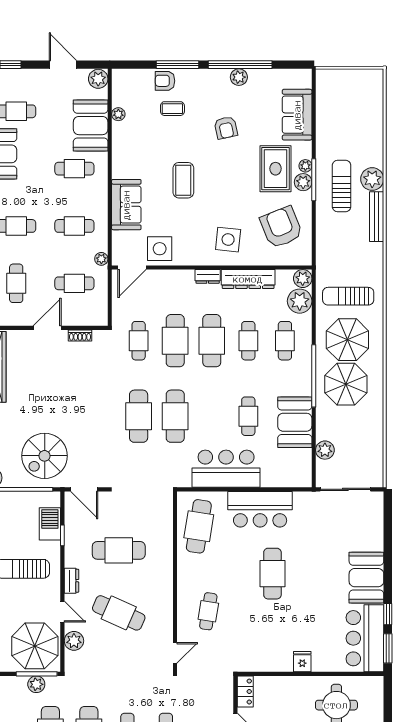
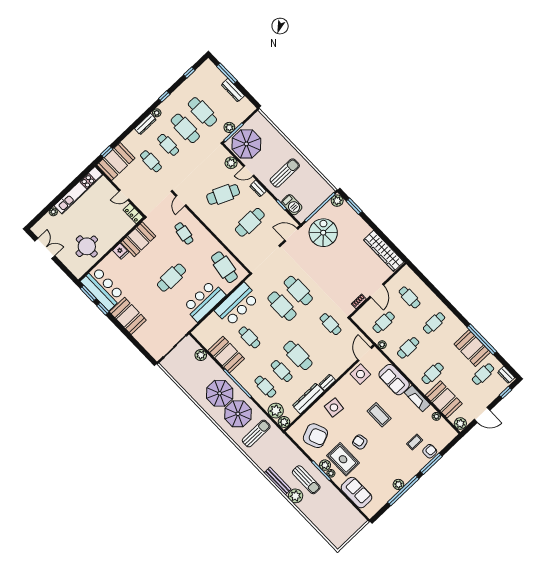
armchair: (226, 128) -> (360, 442), moved
fireplace: (121, 156) -> (417, 399), added
cafe table: (175, 341) -> (314, 340), removed
cafe table: (272, 574) -> (171, 278), turned 90
booth: (268, 656) -> (138, 239), added

